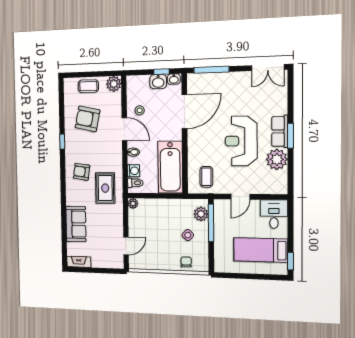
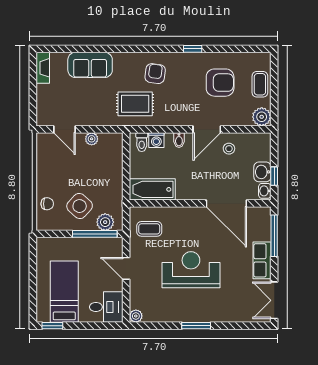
armchair: (88, 119) -> (220, 83), turned 78
row of seats: (280, 131) -> (262, 260), moved, turned -90
plant: (277, 159) -> (136, 316), moved, width x0.53, depth x0.53
bathtub: (170, 167) -> (152, 189), width x0.73, depth x0.73
plant: (133, 203) -> (92, 139), moved
side table: (188, 235) -> (80, 206), width x1.87, depth x1.87

